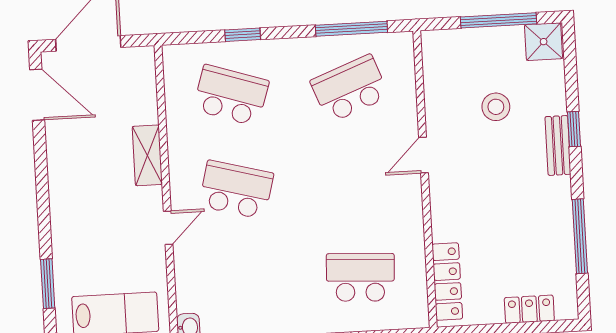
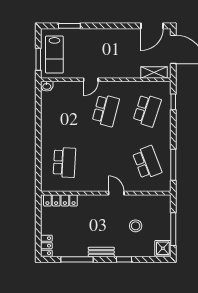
window: (243, 35) -> (173, 102), moved
bench: (558, 145) -> (101, 252), moved
shelving: (147, 155) -> (154, 72), moved
door: (168, 228) -> (91, 80), hinge flipped
locker: (529, 309) -> (46, 246), moved

